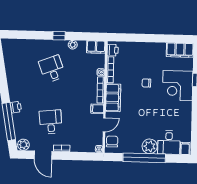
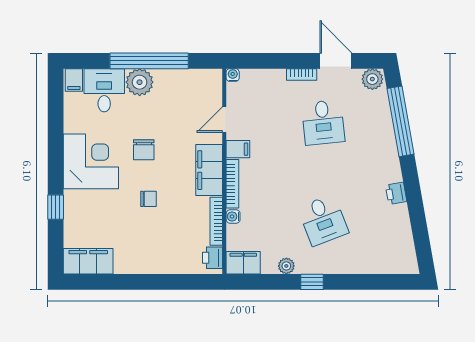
corner desk: (178, 86) -> (91, 161), moved
printer: (16, 107) -> (396, 193), moved
chair: (112, 141) -> (144, 150), moved

